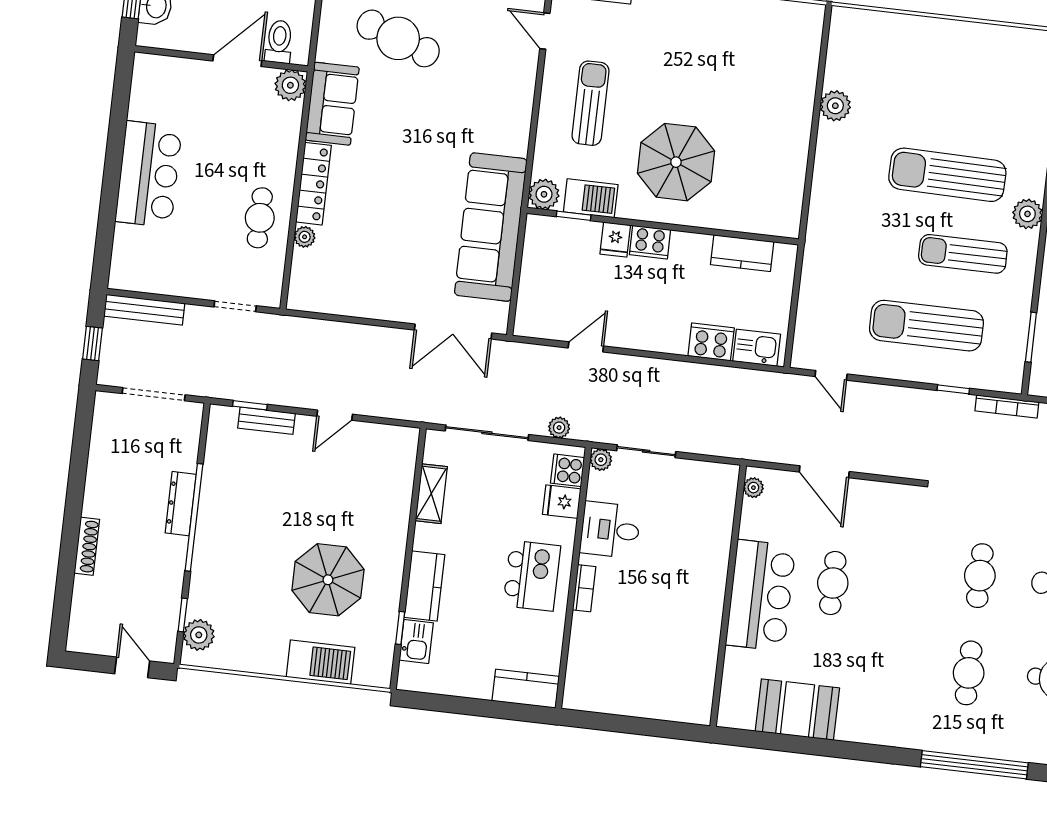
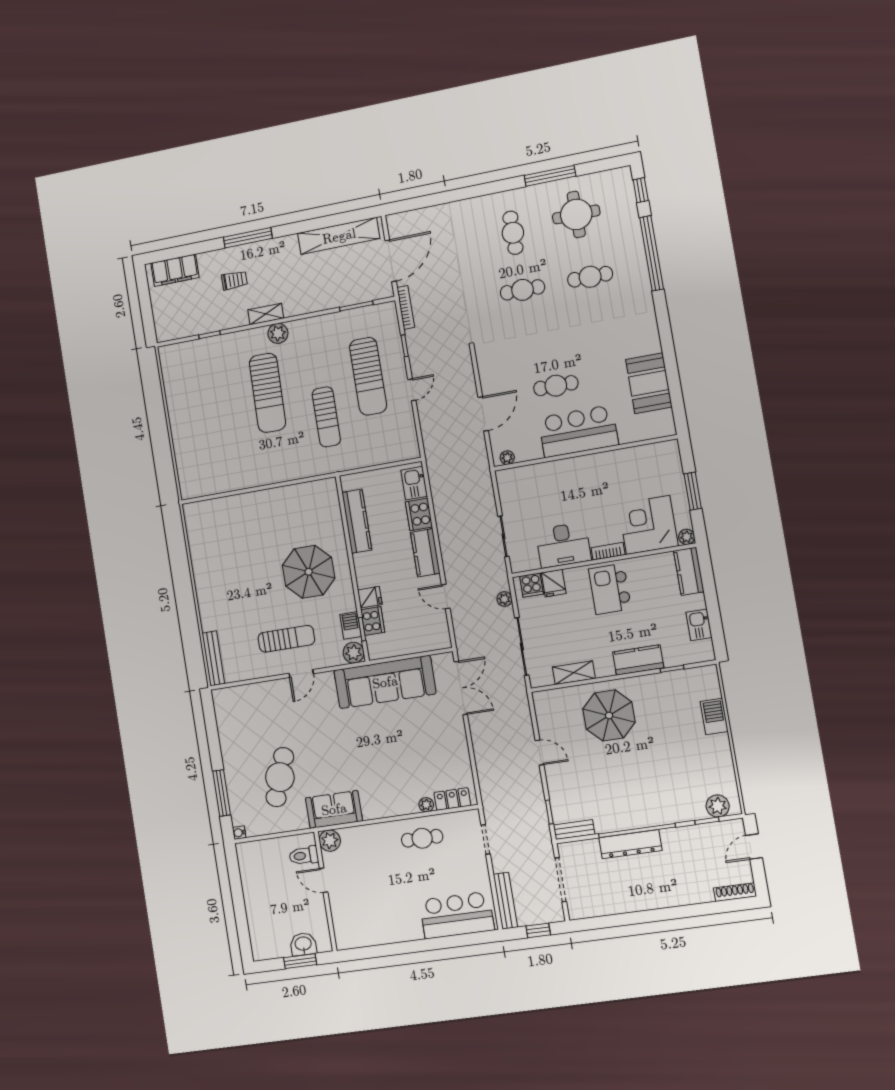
door: (545, 31) -> (301, 673), moved
door: (237, 61) -> (324, 880), width x0.73
sun lounger: (590, 103) -> (286, 639), turned 180
plant: (835, 106) -> (244, 479), removed
bar counter: (149, 174) -> (457, 915), moved
locker: (314, 184) -> (452, 799), moved, width x0.66
barbecue: (591, 198) -> (351, 625), width x0.73, depth x0.79
cooker: (650, 242) -> (373, 621), moved
kitchen counter: (742, 253) -> (357, 521), width x1.50
sun lounger: (963, 254) -> (326, 417), moved
kitchen counter: (655, 336) -> (425, 553), added
door: (831, 375) -> (412, 390), moved
bench: (266, 421) -> (574, 830), moved, turned 90
plant: (601, 460) -> (687, 537), moved
dresser: (181, 504) -> (630, 844), width x1.37, depth x1.24
desk: (610, 530) -> (563, 545), width x1.37
shoe rack: (87, 546) -> (735, 892), moved
kitchen island: (532, 576) -> (610, 589), turned -90
parasol: (328, 580) -> (609, 715), moved
kitchen sink: (416, 642) -> (699, 625), moved, turned -90
corner desk: (604, 652) -> (648, 525), added
barbecue: (320, 662) -> (714, 717), width x0.73, depth x0.83
window: (633, 725) -> (693, 491), added

